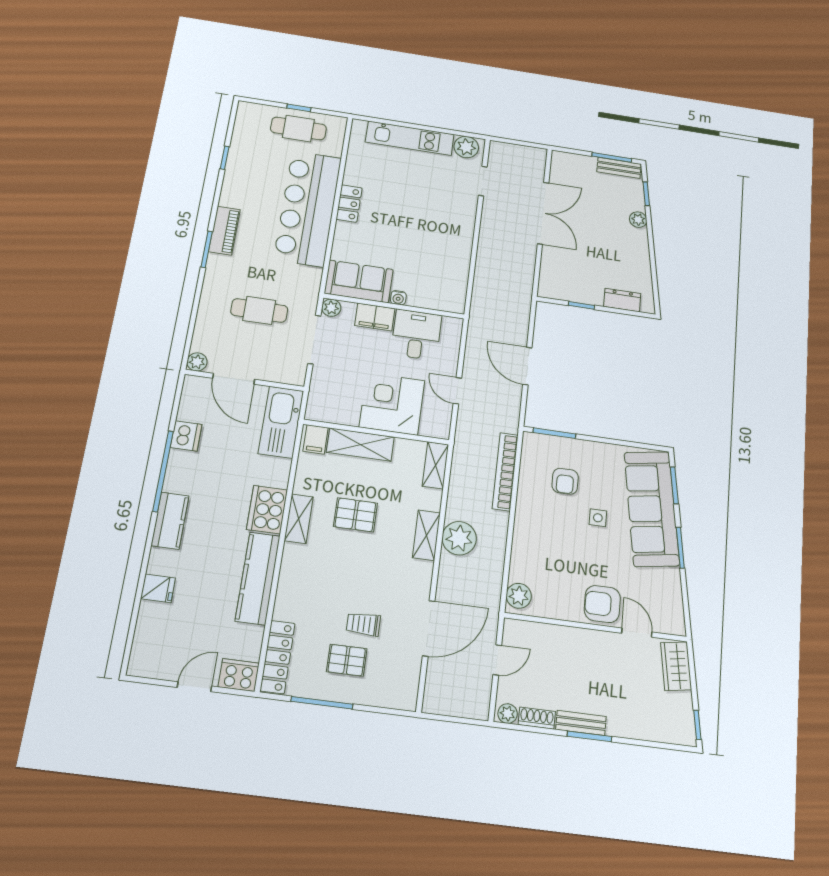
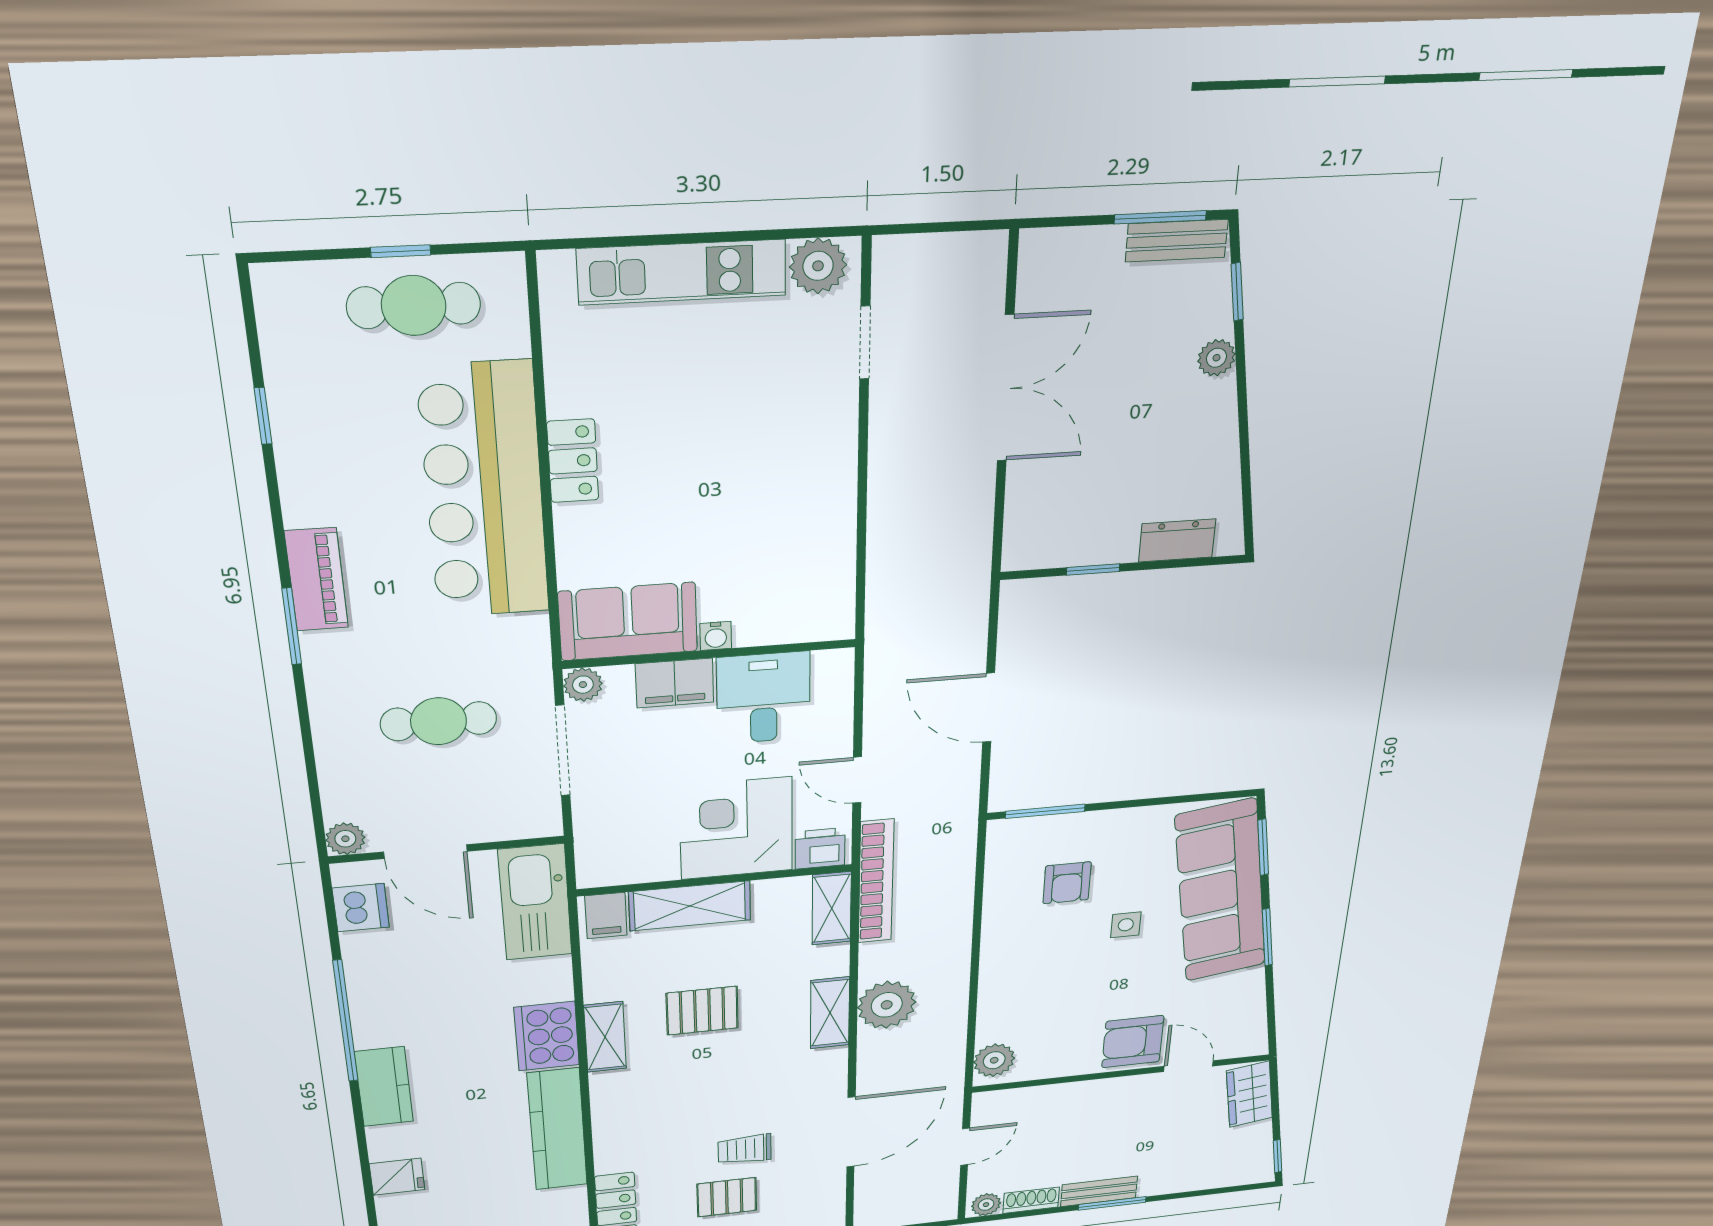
printer: (434, 426) -> (820, 848), added
dishwasher: (186, 436) -> (361, 908), moved
bookcase: (505, 472) -> (876, 882), moved, turned 180

